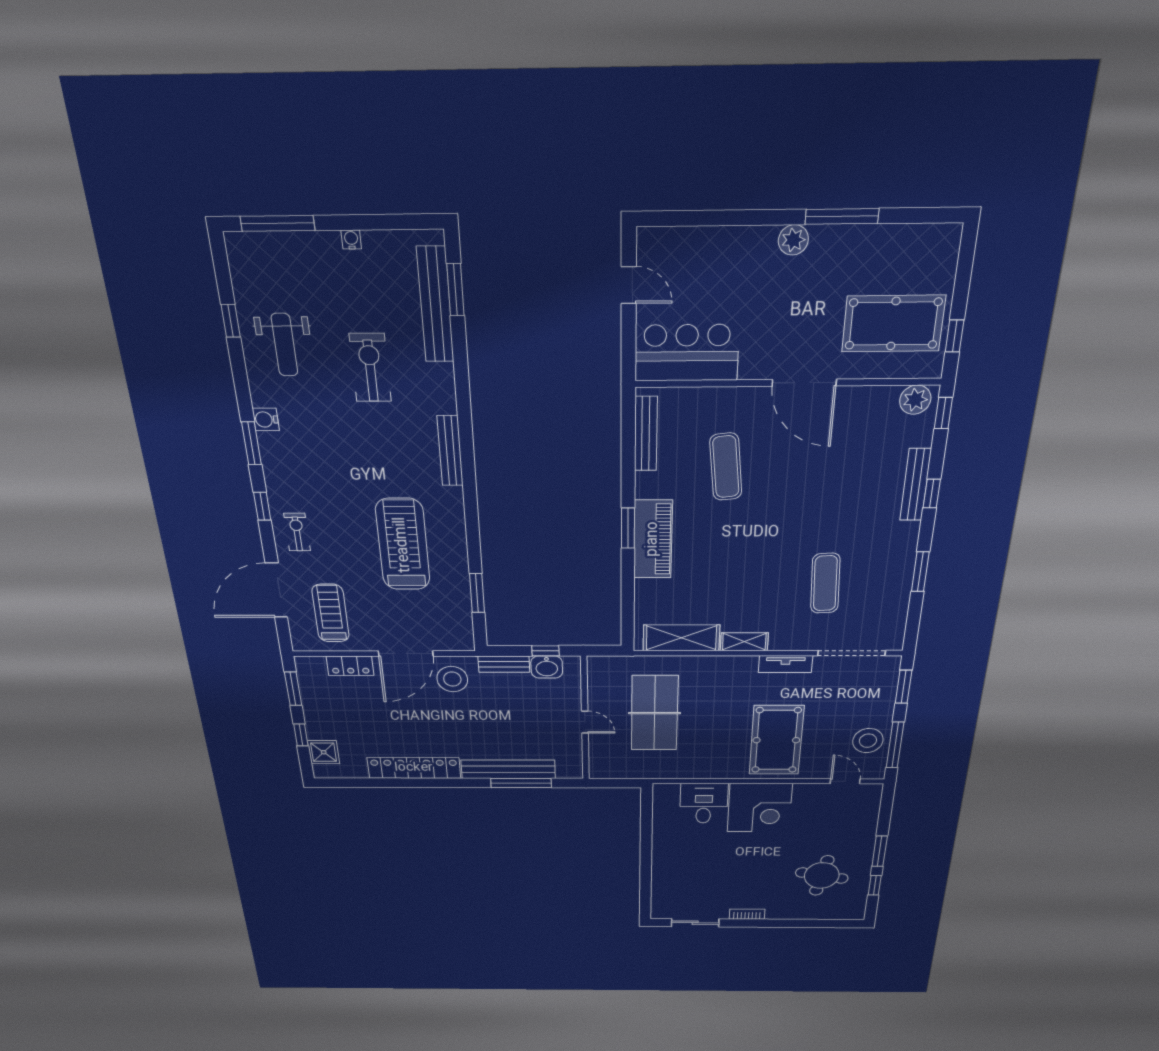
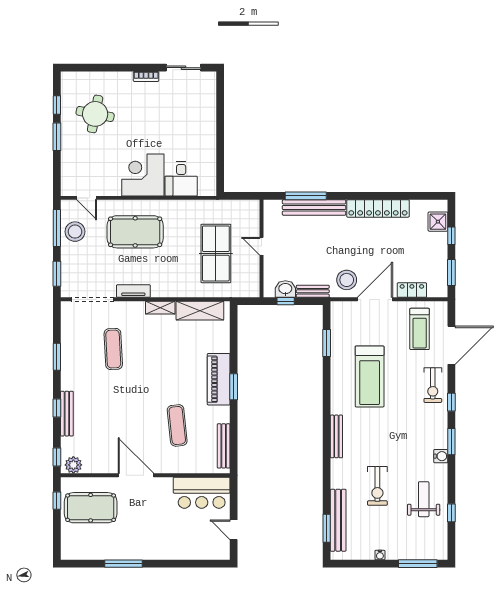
plant: (793, 240) -> (148, 552), removed
exercise bike: (297, 532) -> (433, 385), width x1.38, depth x1.39
pool table: (776, 740) -> (135, 232), turned 90

